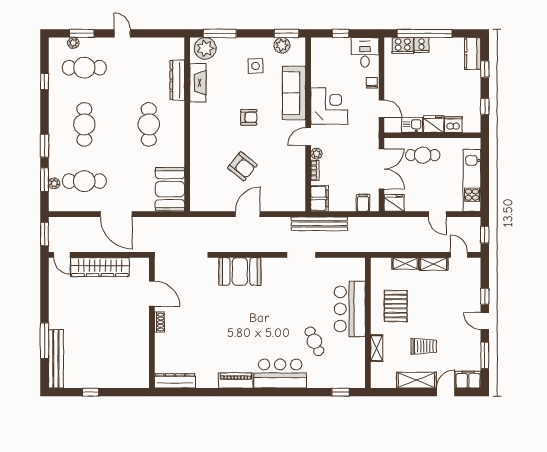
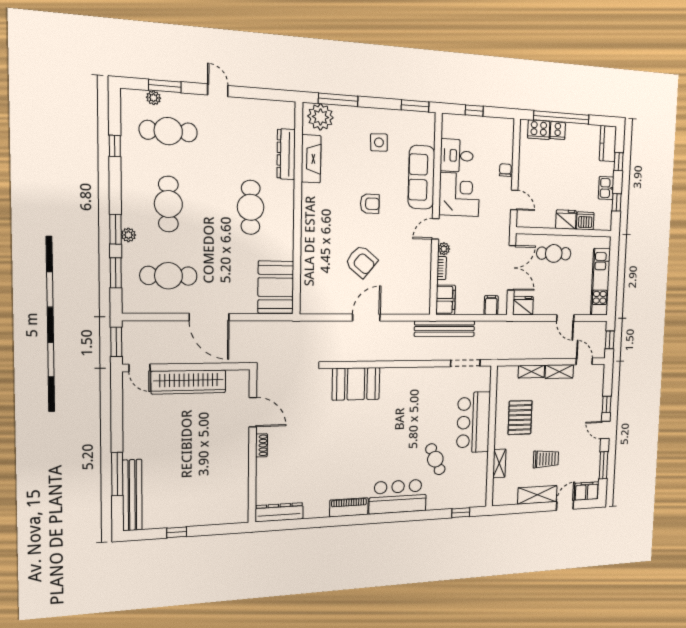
plant: (282, 45) -> (409, 120), removed
desk: (365, 52) -> (457, 156), moved, turned -90
kitchen sink: (412, 125) -> (606, 188), moved, turned -90
plant: (54, 183) -> (128, 235), moved
doorway: (301, 255) -> (465, 363), moved

